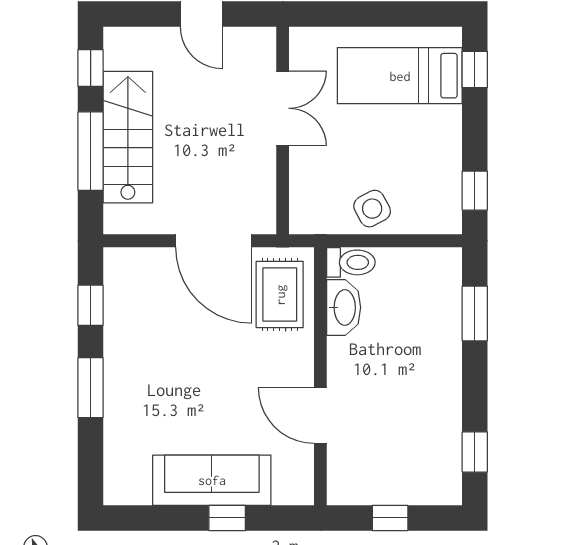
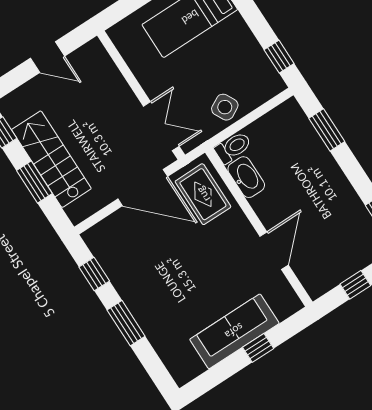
double door: (283, 108) -> (161, 126), moved
window: (91, 151) -> (34, 182), width x0.69
door: (320, 416) -> (274, 251), swing flipped

